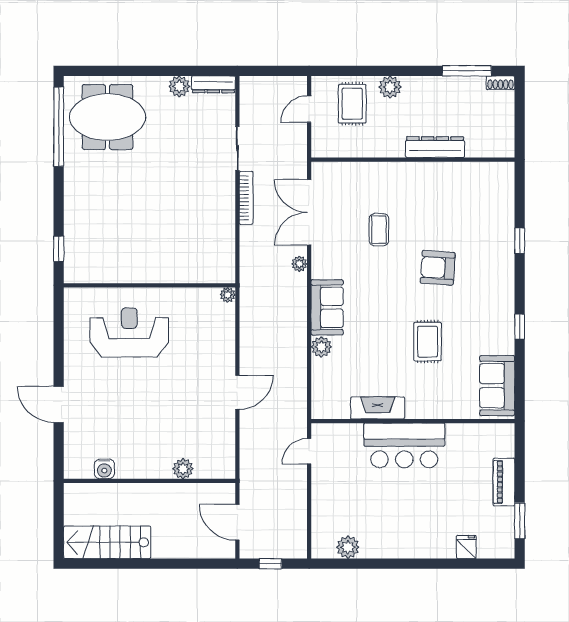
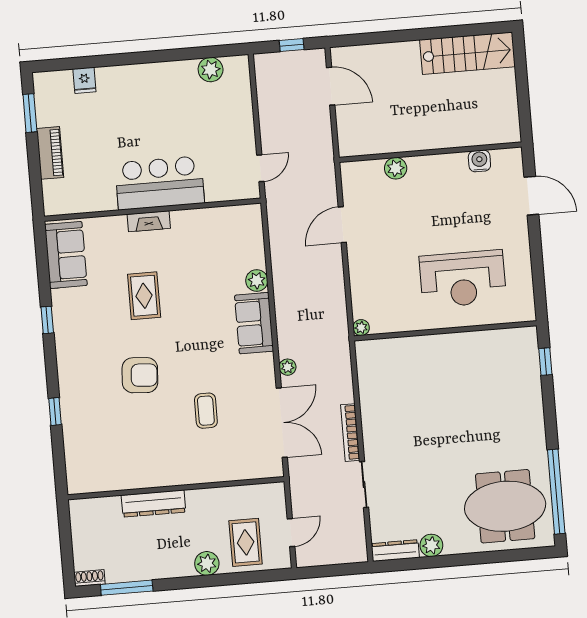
fireplace: (378, 408) -> (149, 221), moved, width x0.73, depth x0.76
water cooler: (104, 469) -> (479, 161), moved
plant: (183, 469) -> (396, 168), moved
wall: (149, 481) -> (430, 152), moved

